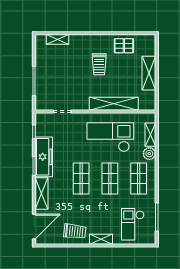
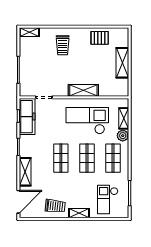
shelving: (58, 39) -> (29, 32), moved
trolley: (99, 64) -> (63, 45), moved
shelving: (114, 104) -> (83, 90), width x0.68
freezer: (44, 157) -> (27, 117), moved

